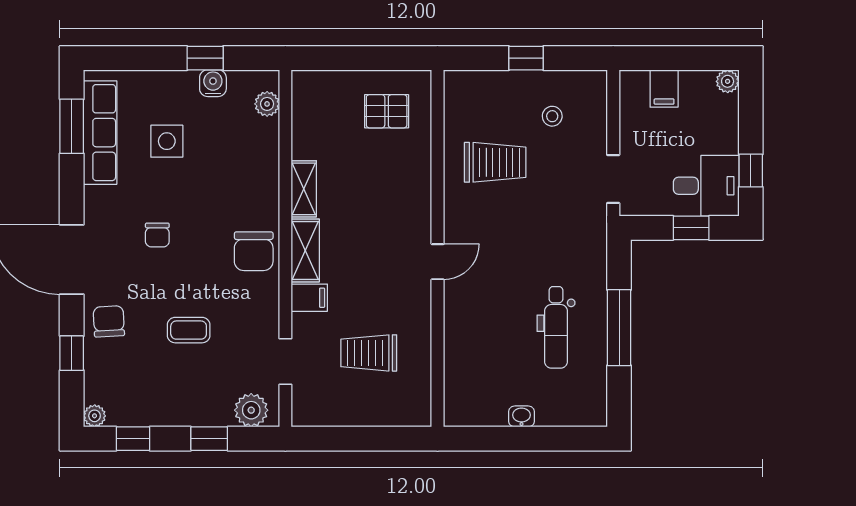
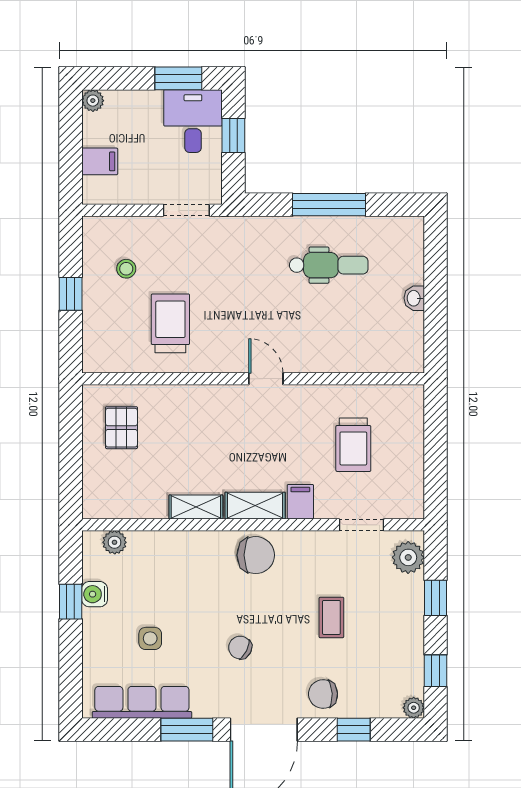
window: (72, 126) -> (187, 730), moved
side table: (167, 141) -> (150, 638), width x0.73, depth x0.73
window: (751, 171) -> (178, 78), width x1.50
chair: (157, 235) -> (240, 648), turned -153

